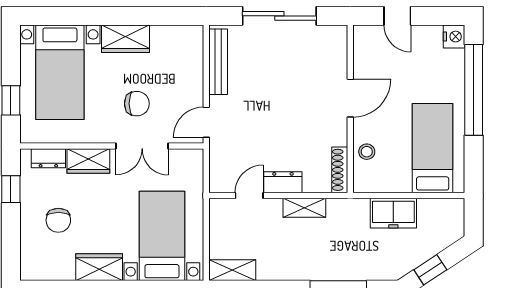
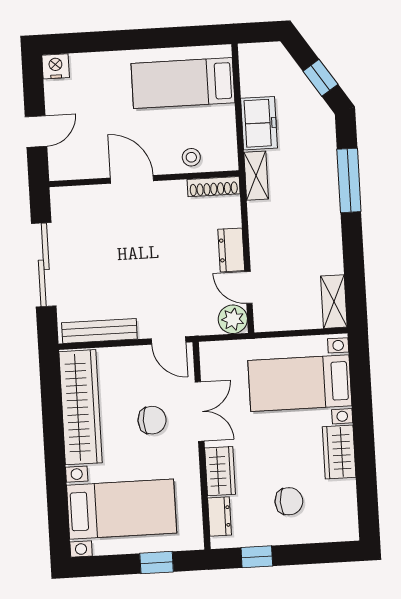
wardrobe: (126, 39) -> (81, 407), width x2.10, depth x1.17
window: (474, 90) -> (114, 41), removed
chair: (137, 104) -> (152, 420), turned 90
plant: (222, 180) -> (233, 319), added
shelving: (304, 208) -> (256, 176), moved

